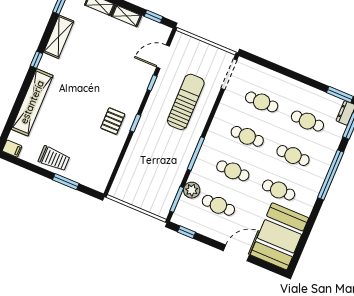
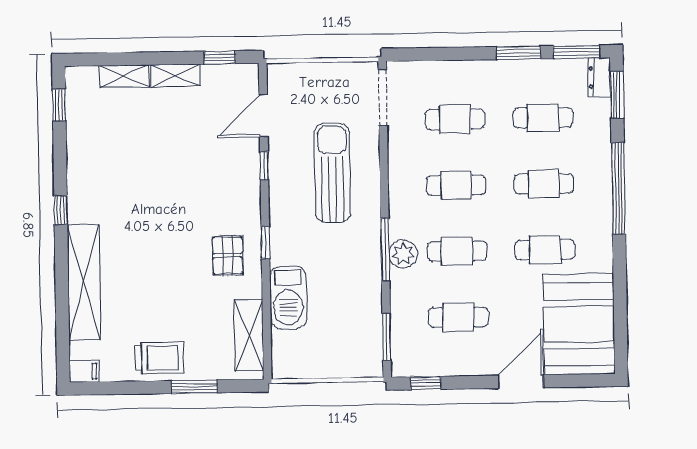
shelving: (59, 37) -> (249, 335), moved
window: (310, 82) -> (519, 53), added
barbecue: (135, 157) -> (288, 297), added
plant: (192, 190) -> (403, 254), moved

